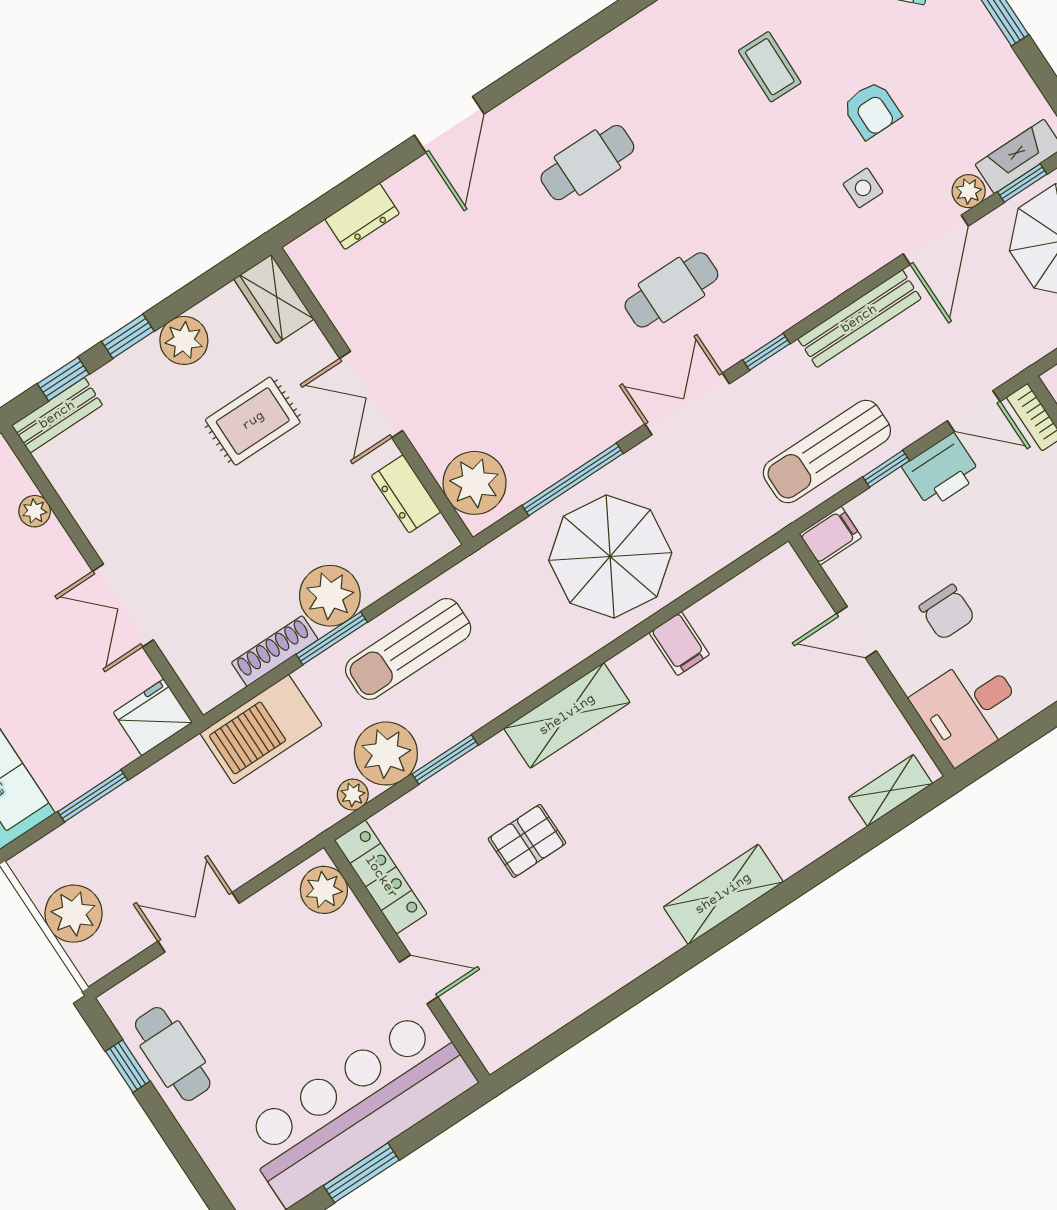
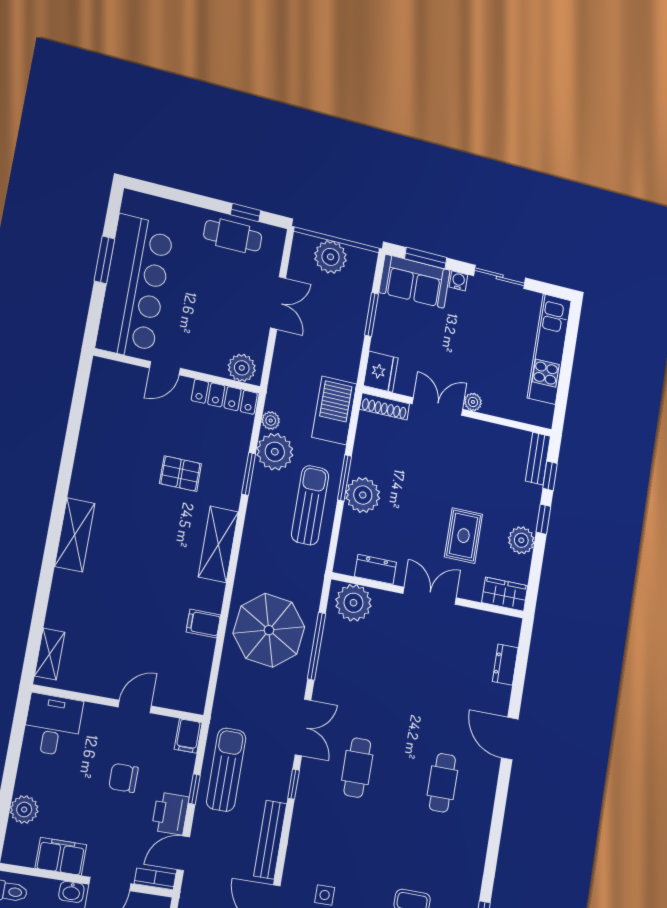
plant: (35, 511) -> (473, 402), moved
chair: (947, 612) -> (124, 778), moved
shoe rack: (275, 651) -> (385, 406), moved, turned 90
pallet: (527, 841) -> (180, 474), turned 90

